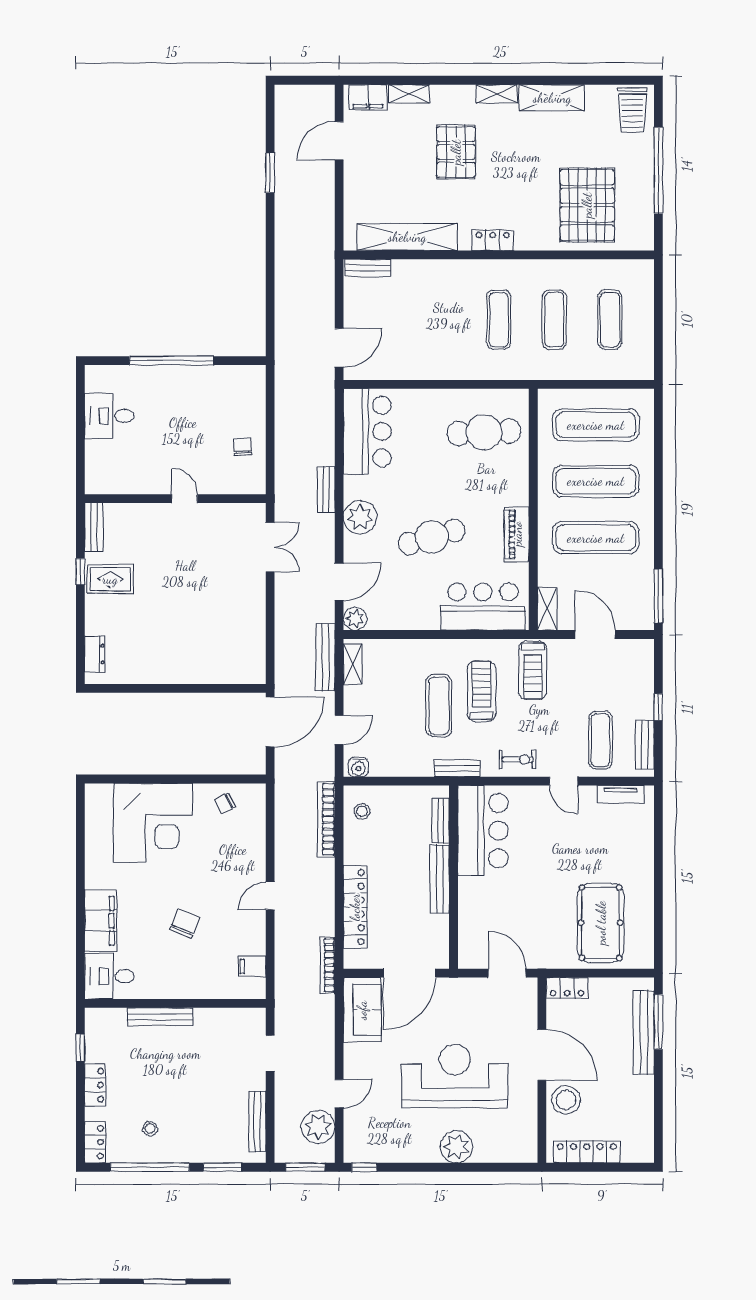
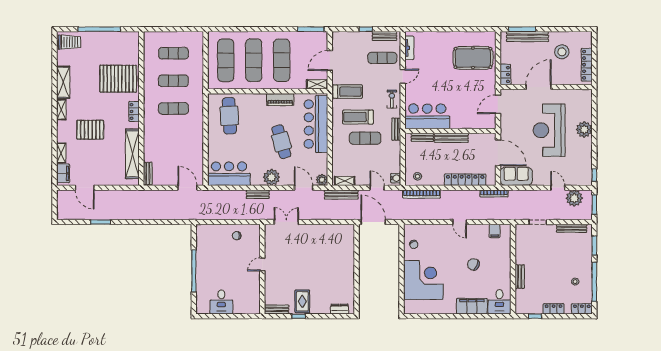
pallet: (587, 205) -> (118, 79), moved
bar counter: (483, 607) -> (316, 124), width x1.36
bench: (160, 1017) -> (520, 277), width x0.73
stool: (566, 1100) -> (562, 52), moved

